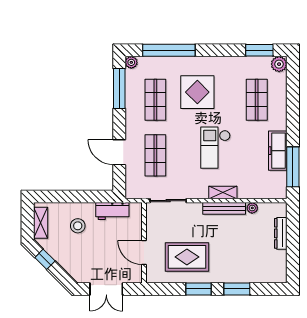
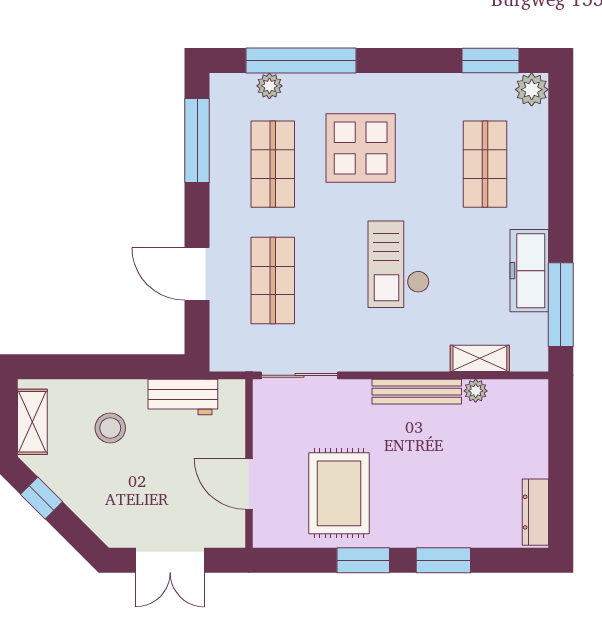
plant: (131, 62) -> (269, 86), moved
shelving: (223, 193) -> (480, 358), moved
dresser: (281, 233) -> (535, 512), moved
rug: (187, 257) -> (339, 493), turned 90

